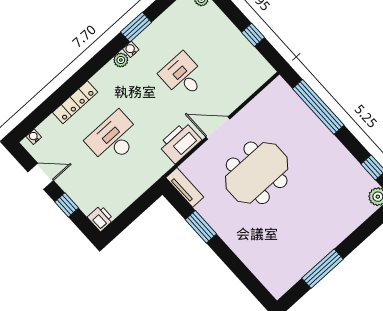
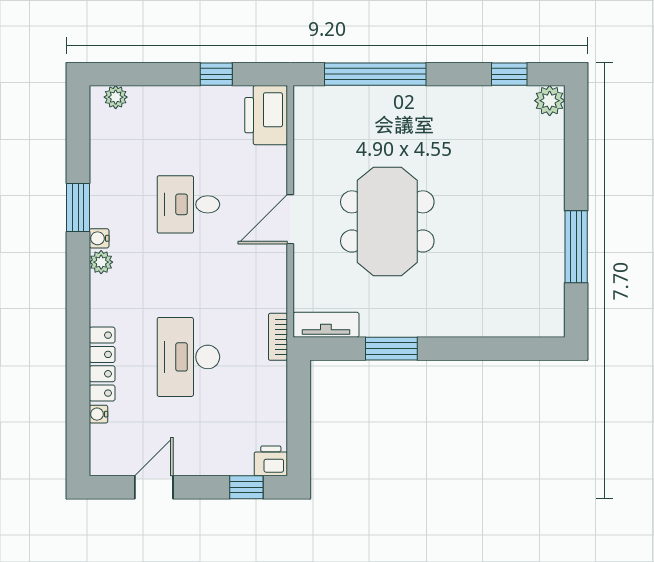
water cooler: (34, 137) -> (98, 414), moved
printer: (180, 142) -> (266, 115), moved
bookcase: (160, 171) -> (278, 337), added
window: (67, 205) -> (246, 487), moved

